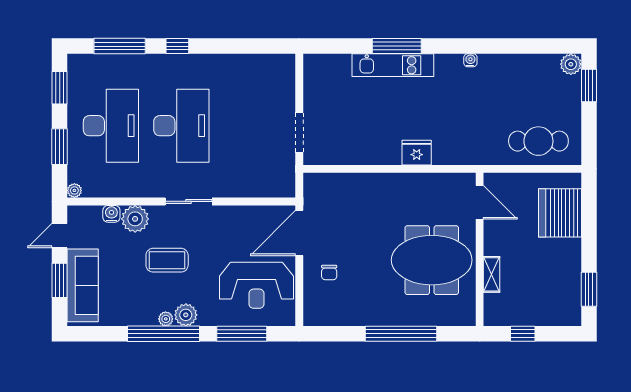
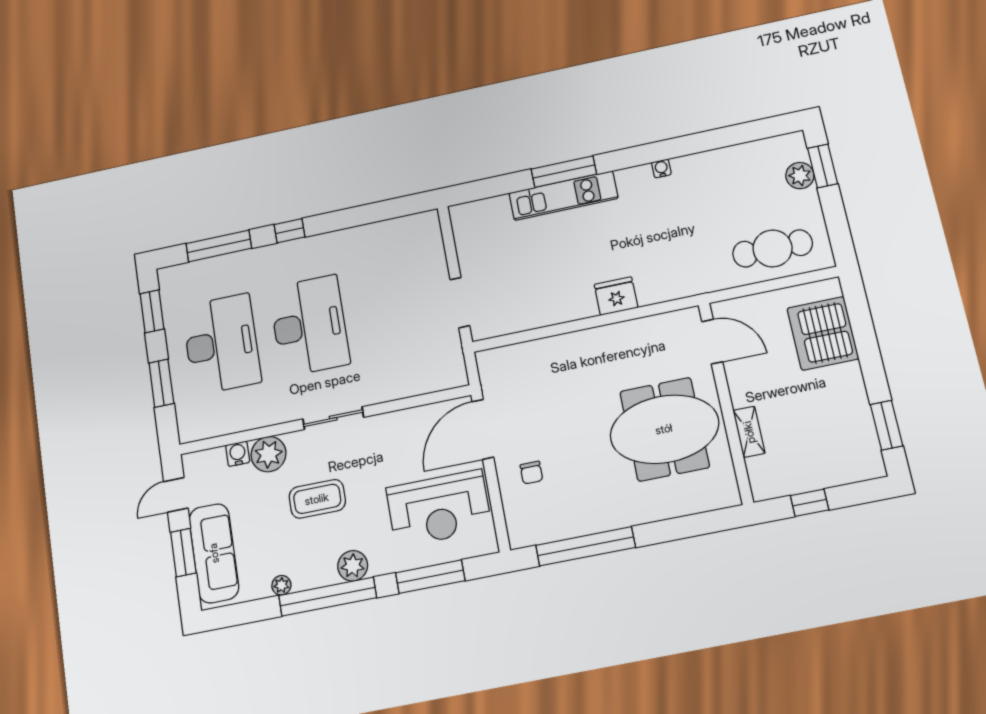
plant: (571, 64) -> (800, 176), moved
plant: (74, 190) -> (187, 434), removed
plant: (166, 319) -> (281, 585), moved
window: (401, 334) -> (586, 546), moved

